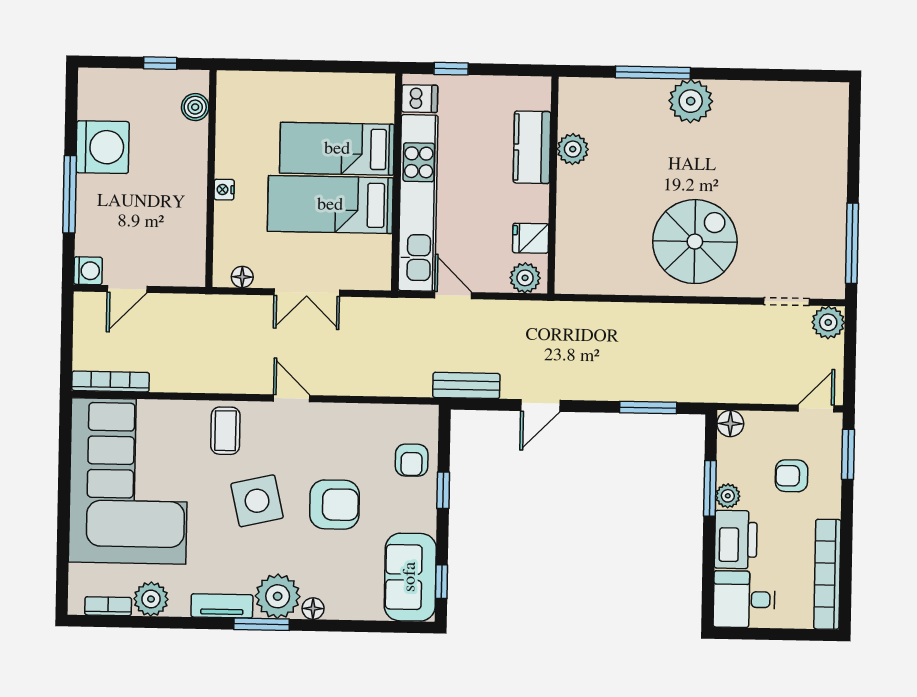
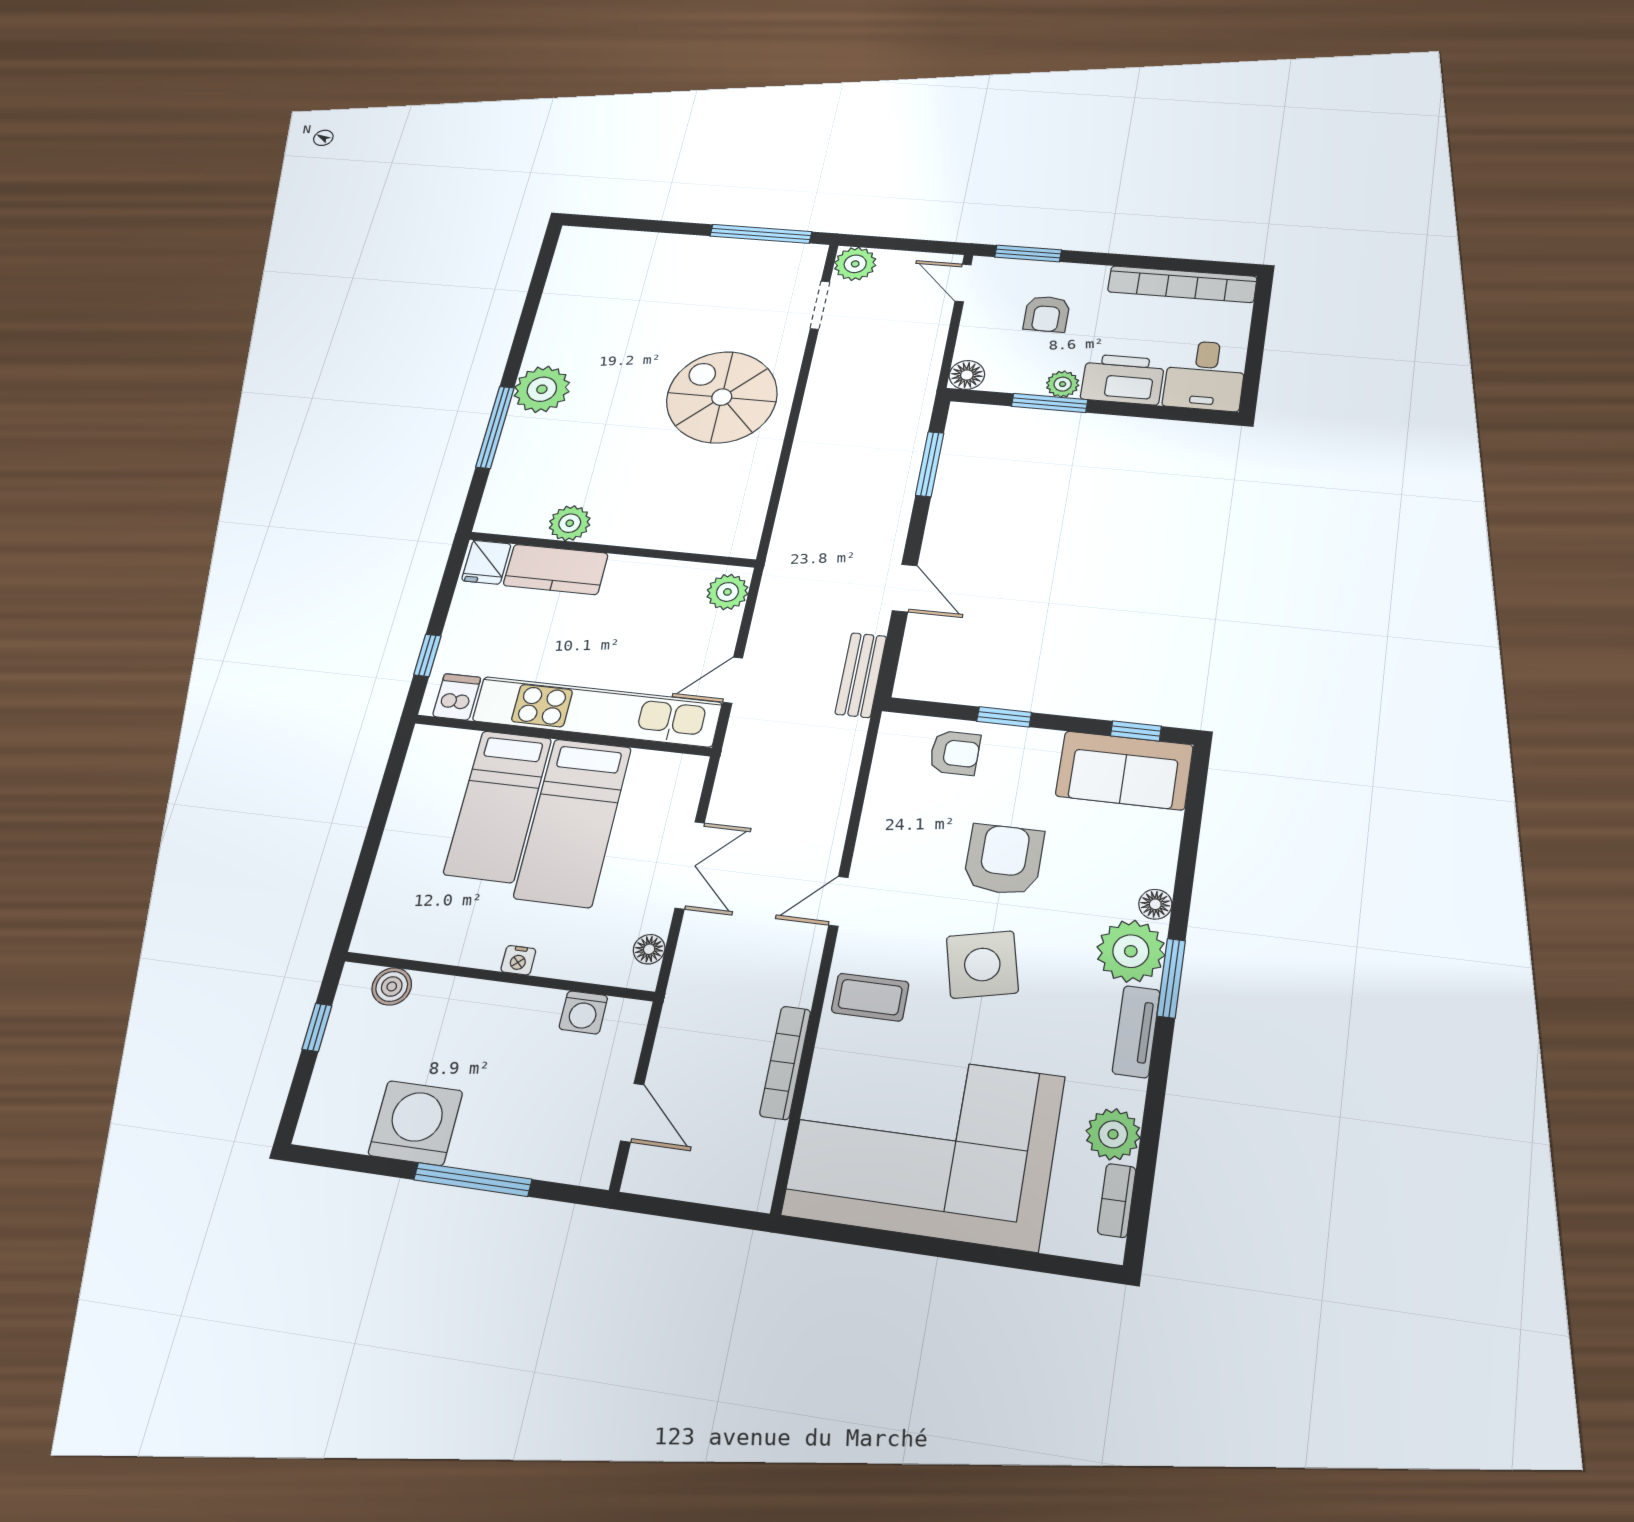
fridge: (531, 238) -> (486, 562), moved
washing machine: (88, 271) -> (583, 1012), moved, turned 180
bookcase: (111, 381) -> (785, 1063), moved

